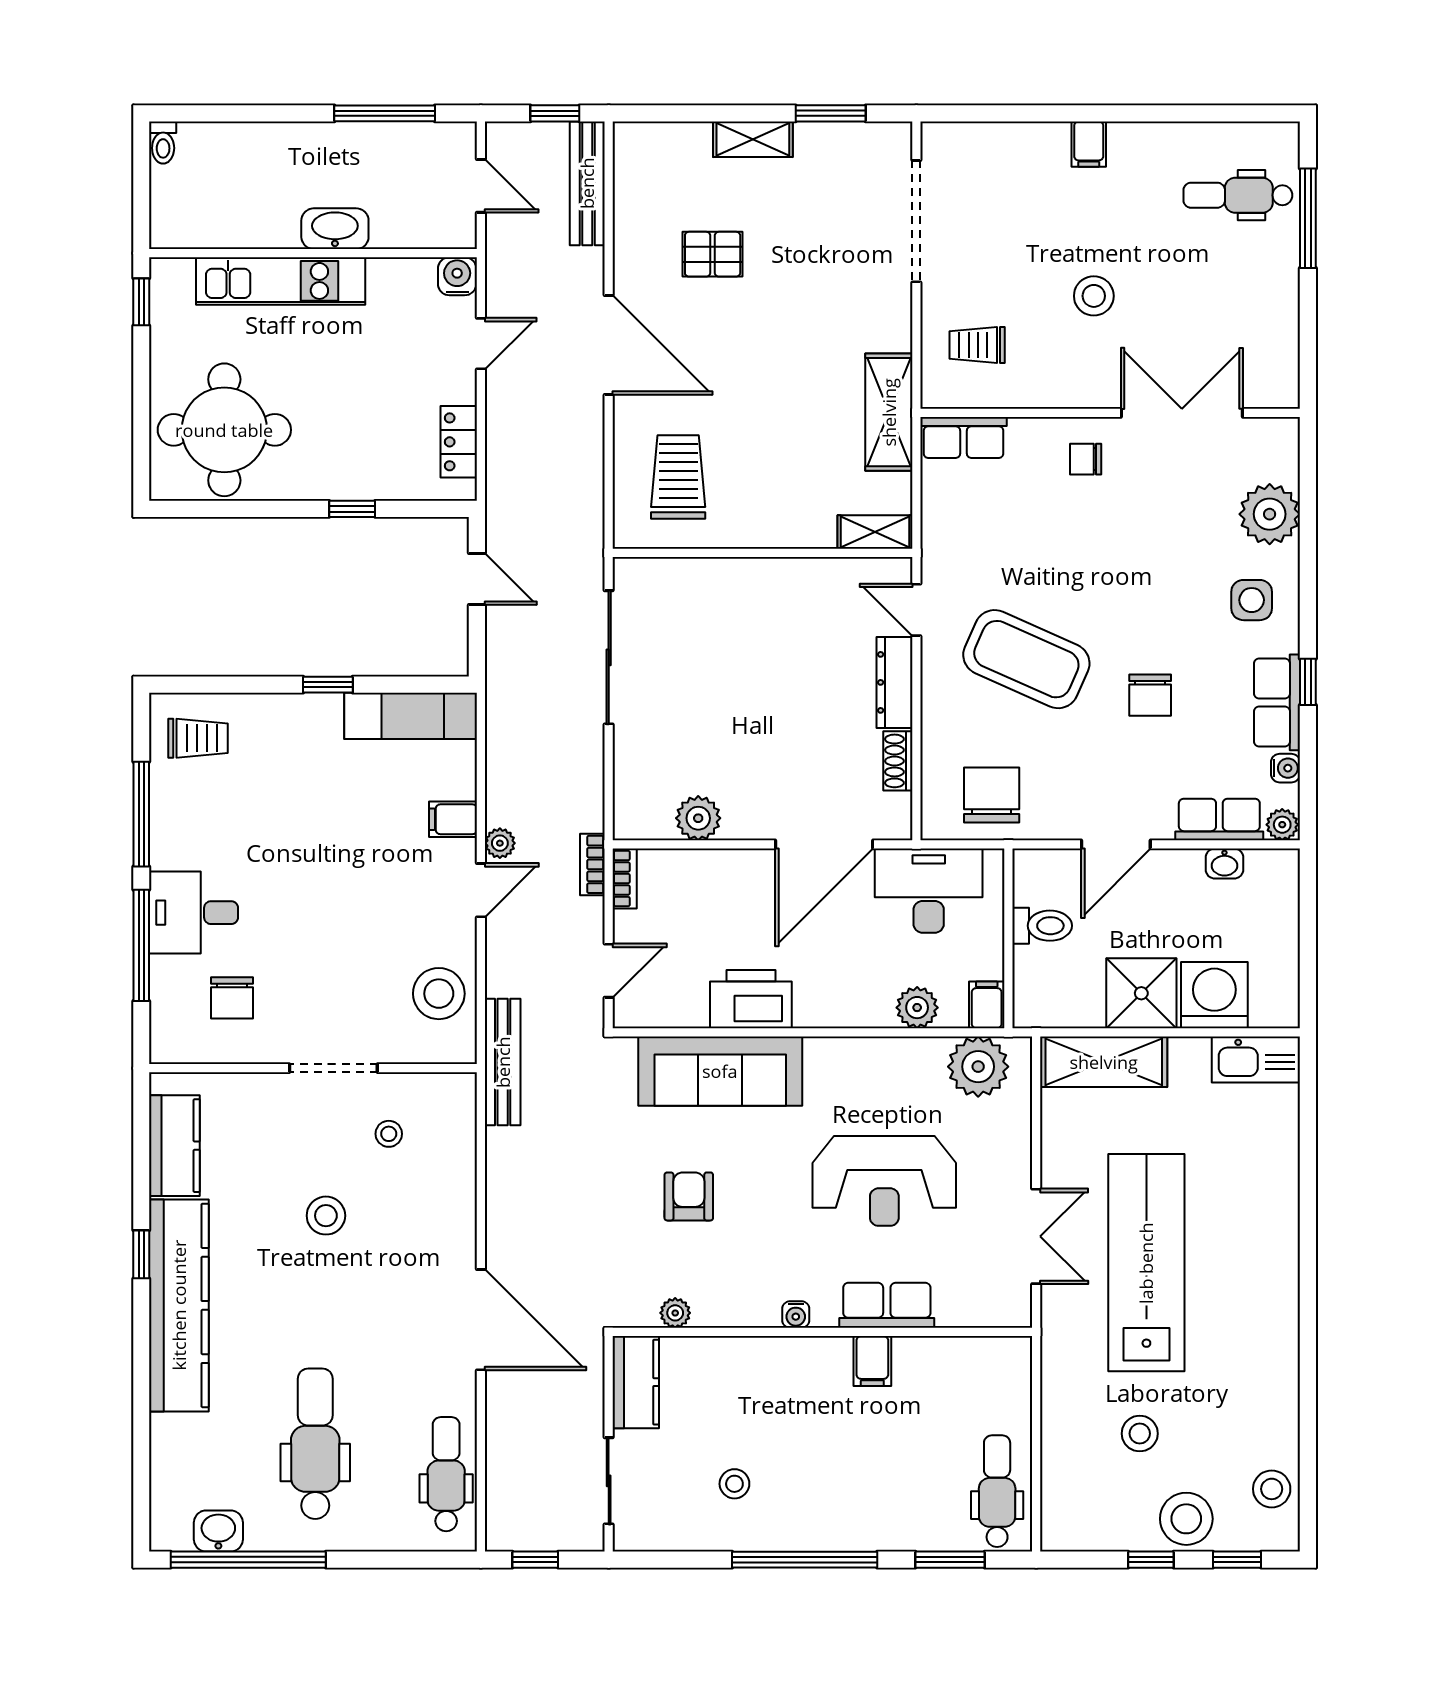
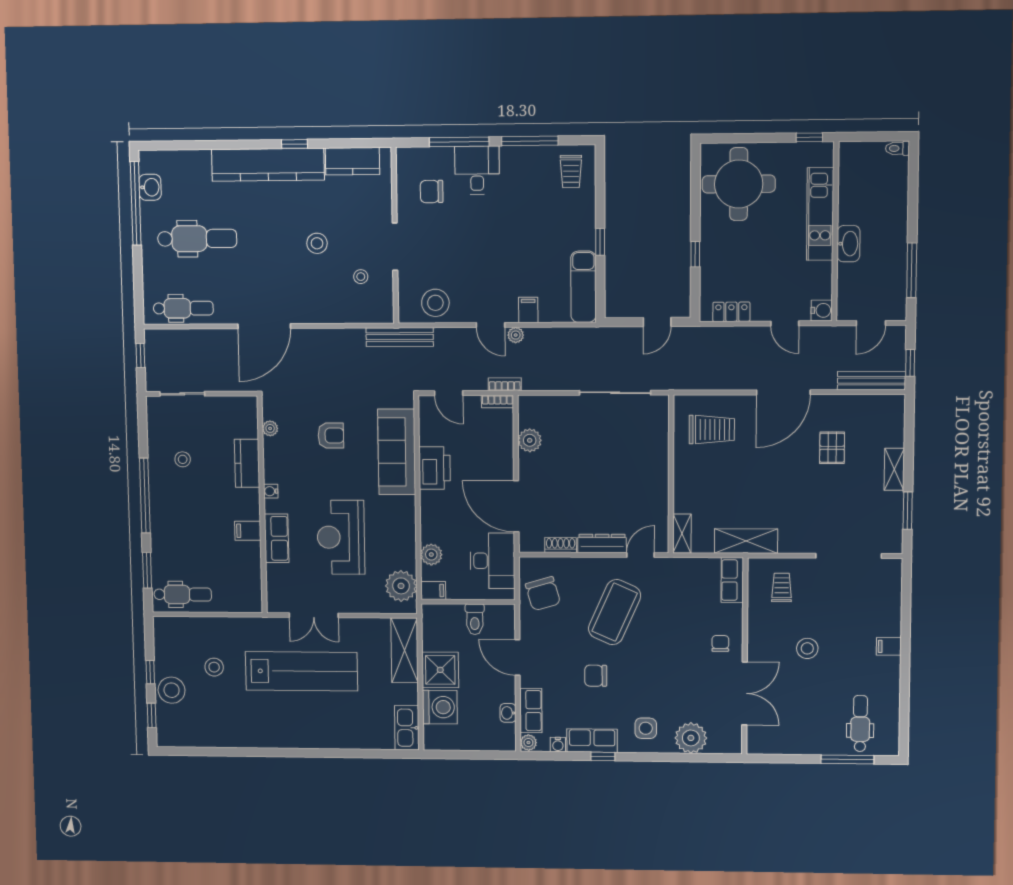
chair: (992, 795) -> (543, 594), turned 74
kitchen counter: (636, 1382) -> (247, 463), moved, turned 90
stool: (1272, 1489) -> (188, 733), removed

